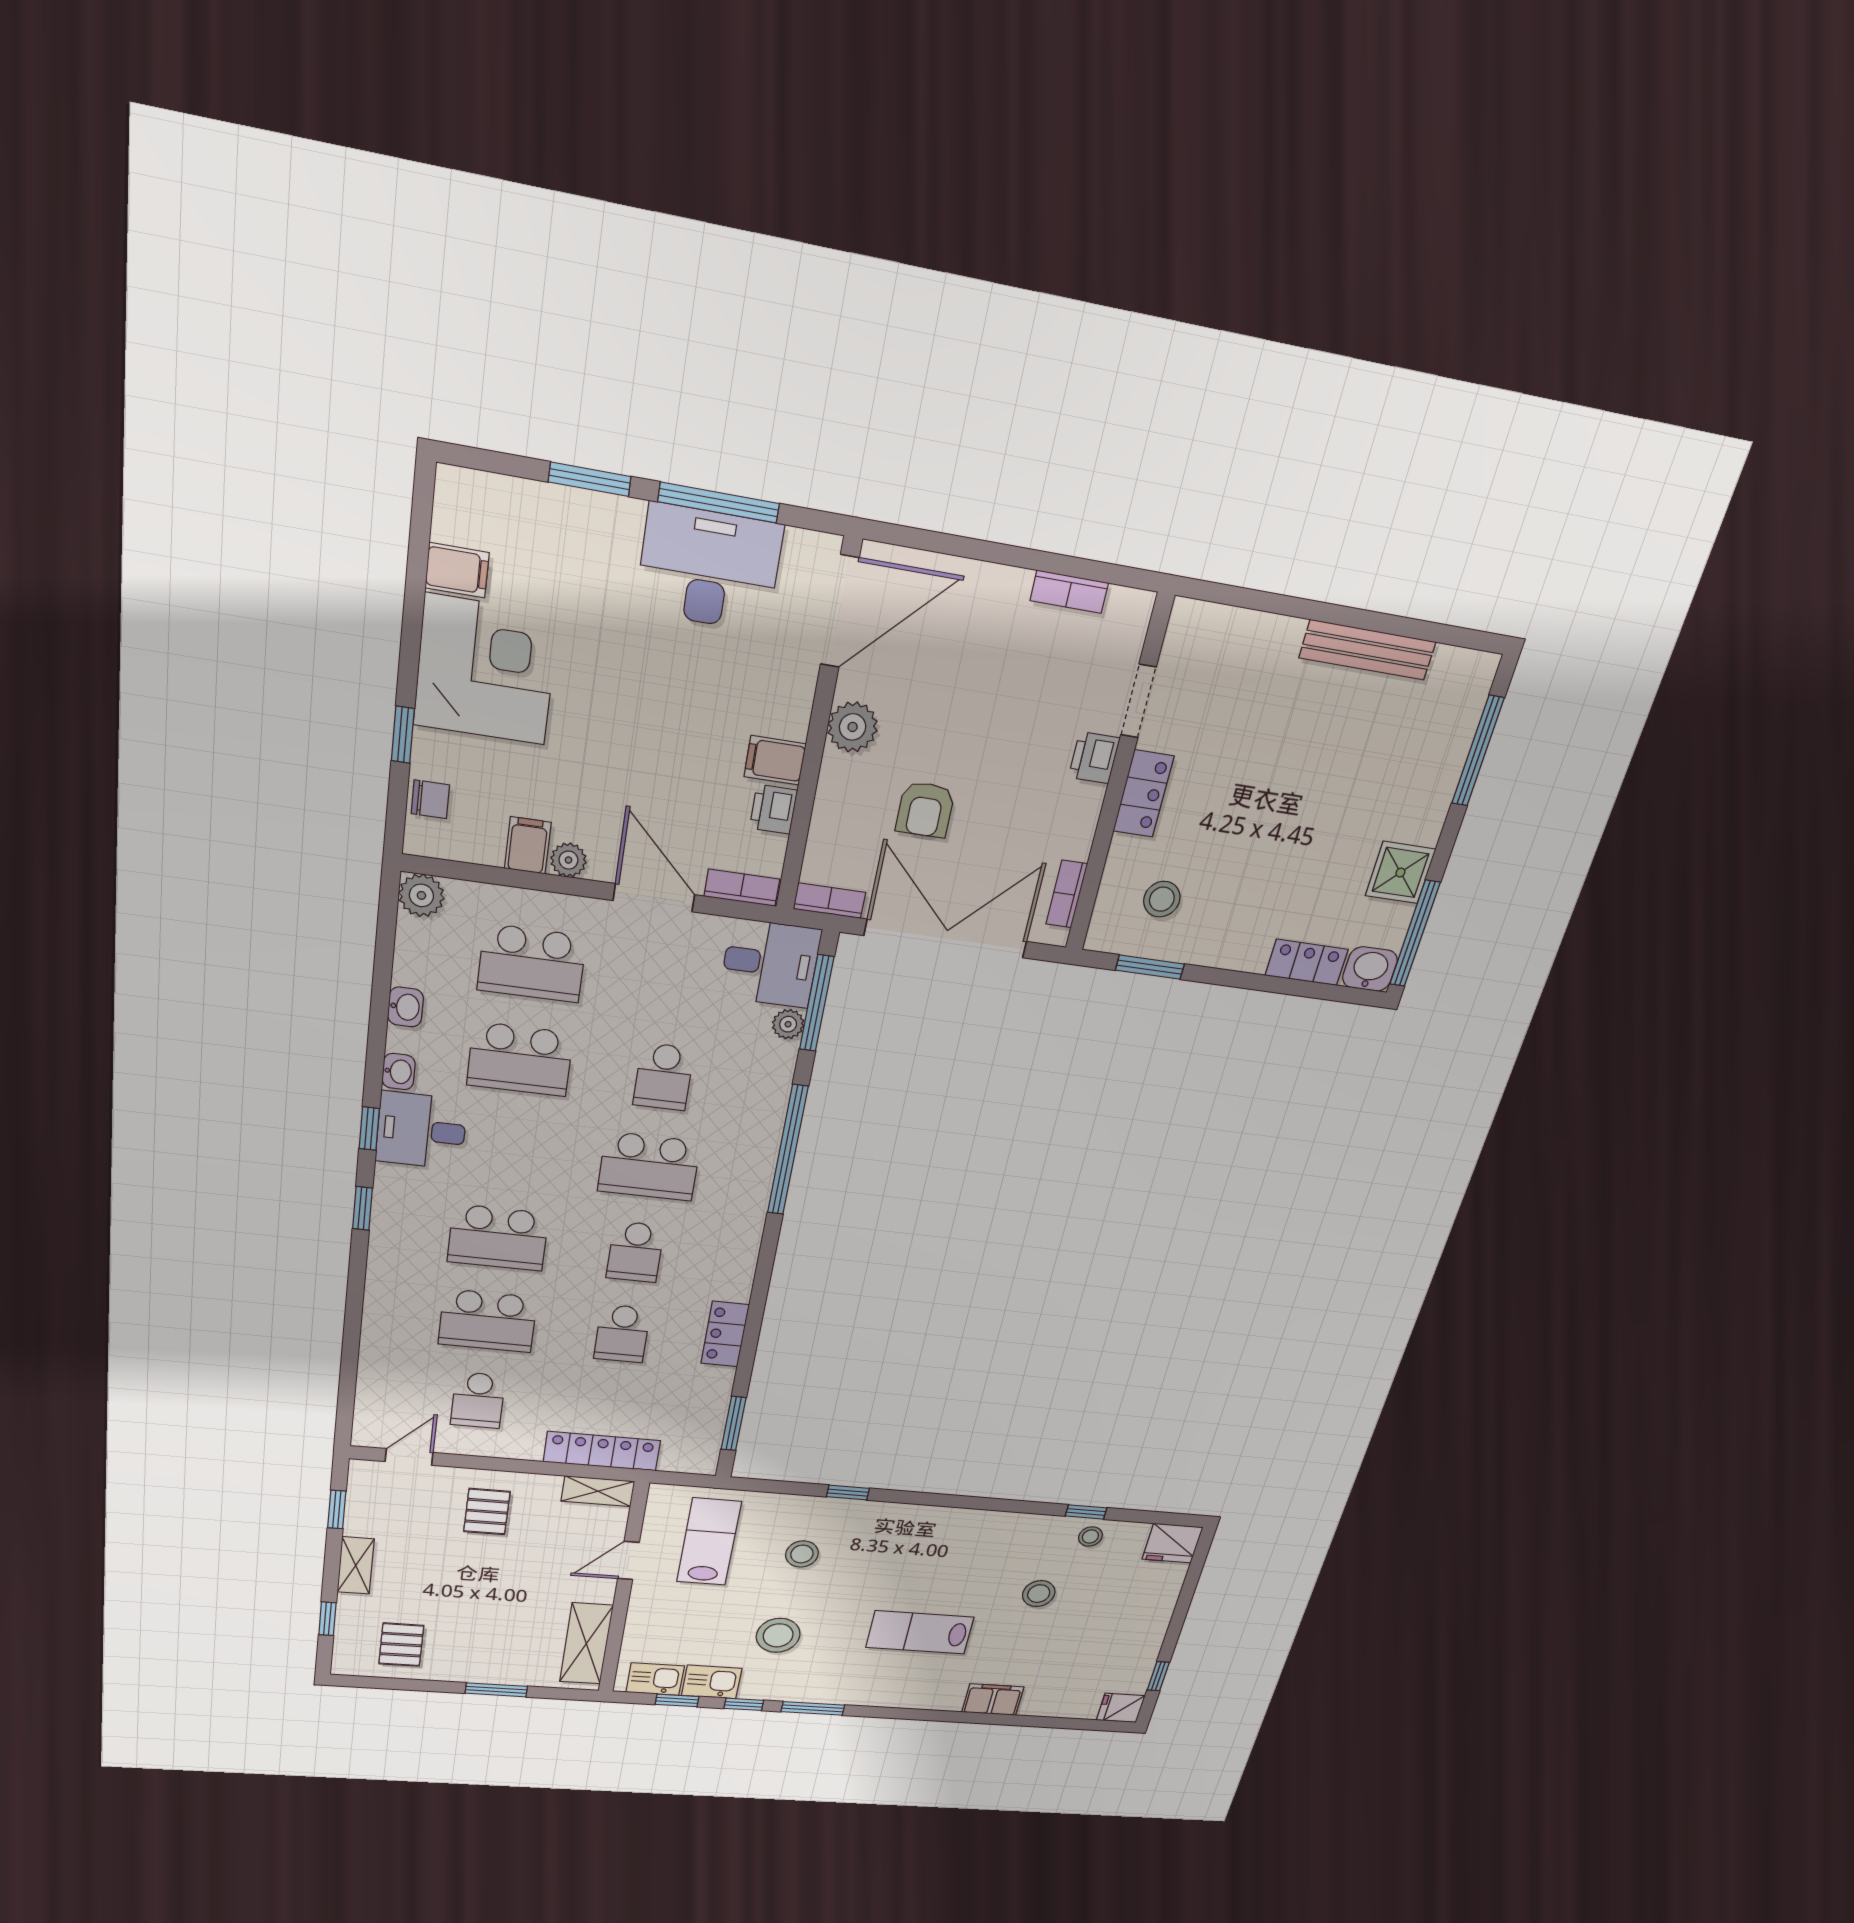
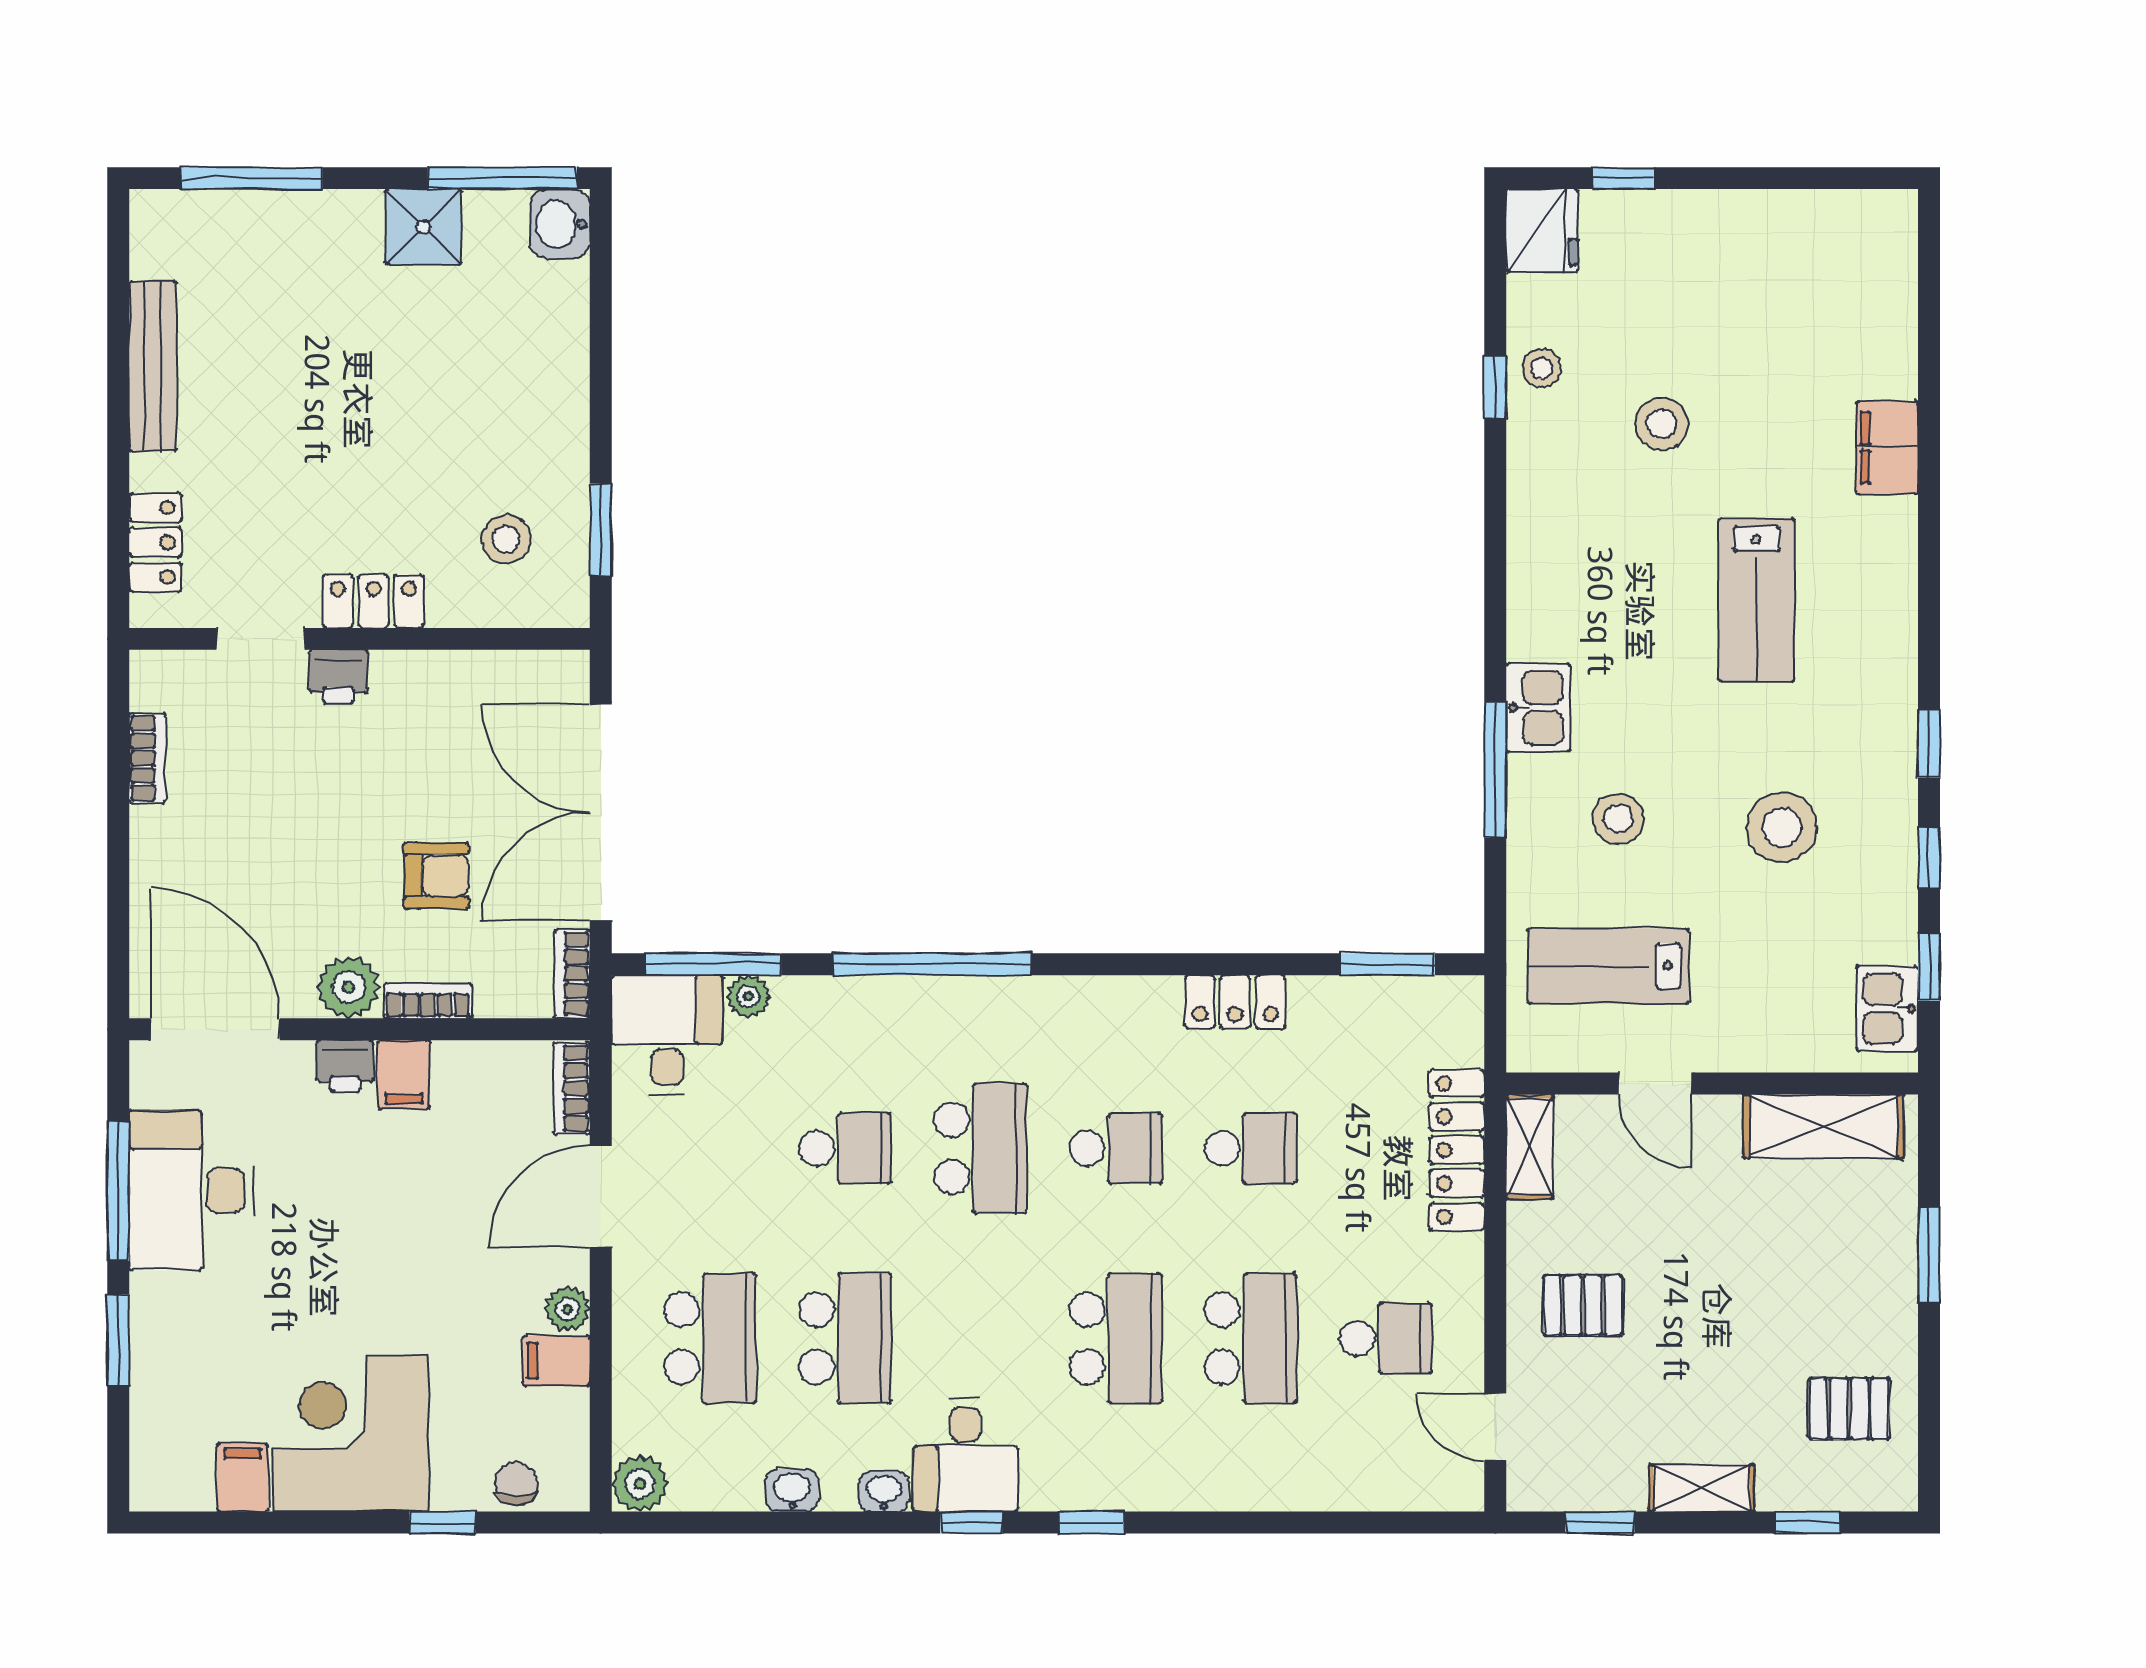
printer: (773, 809) -> (345, 1066), moved
bookcase: (1067, 894) -> (428, 1001), moved, turned 180
locker: (1307, 962) -> (155, 542), moved, turned 180
window: (848, 1493) -> (1495, 770), width x2.17
window: (1158, 1676) -> (1623, 178), moved
kitchen sink: (712, 1682) -> (1538, 708), moved, turned 180
window: (813, 1708) -> (1929, 744), width x0.67
fridge: (1121, 1708) -> (1888, 224), removed

